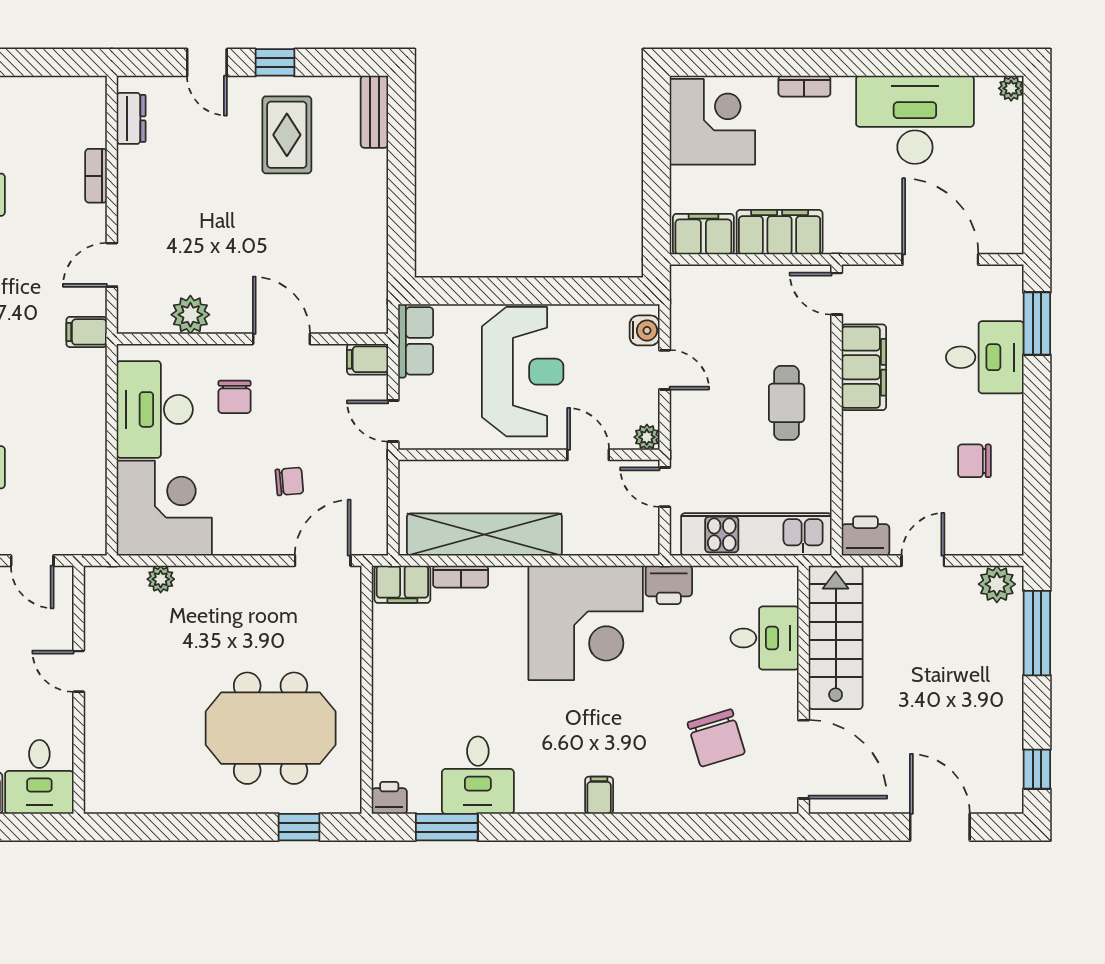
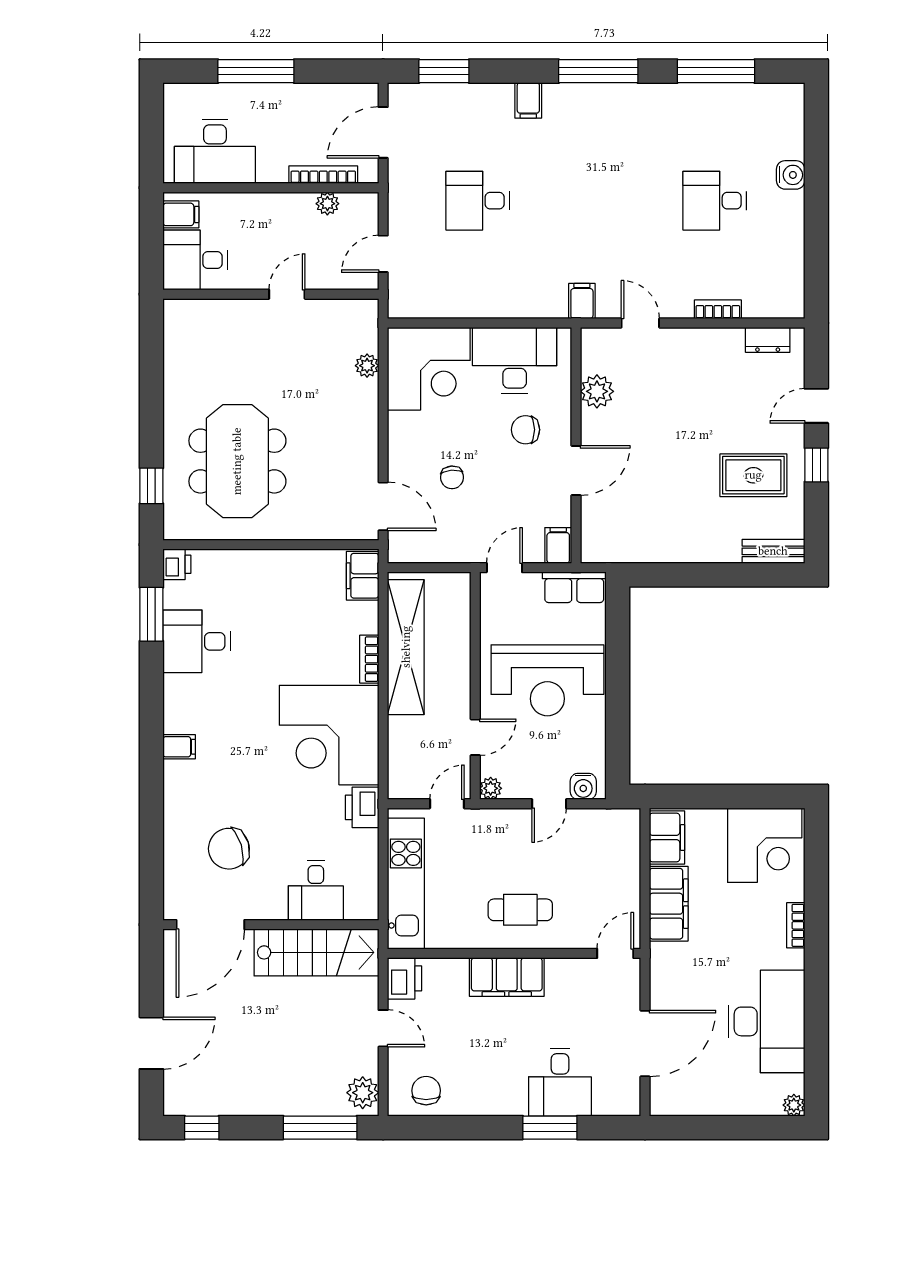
window: (1037, 324) -> (550, 1128), moved
filing cabinet: (864, 367) -> (507, 977), moved
chair: (974, 461) -> (426, 1091), moved
bookcase: (461, 577) -> (369, 659), moved

